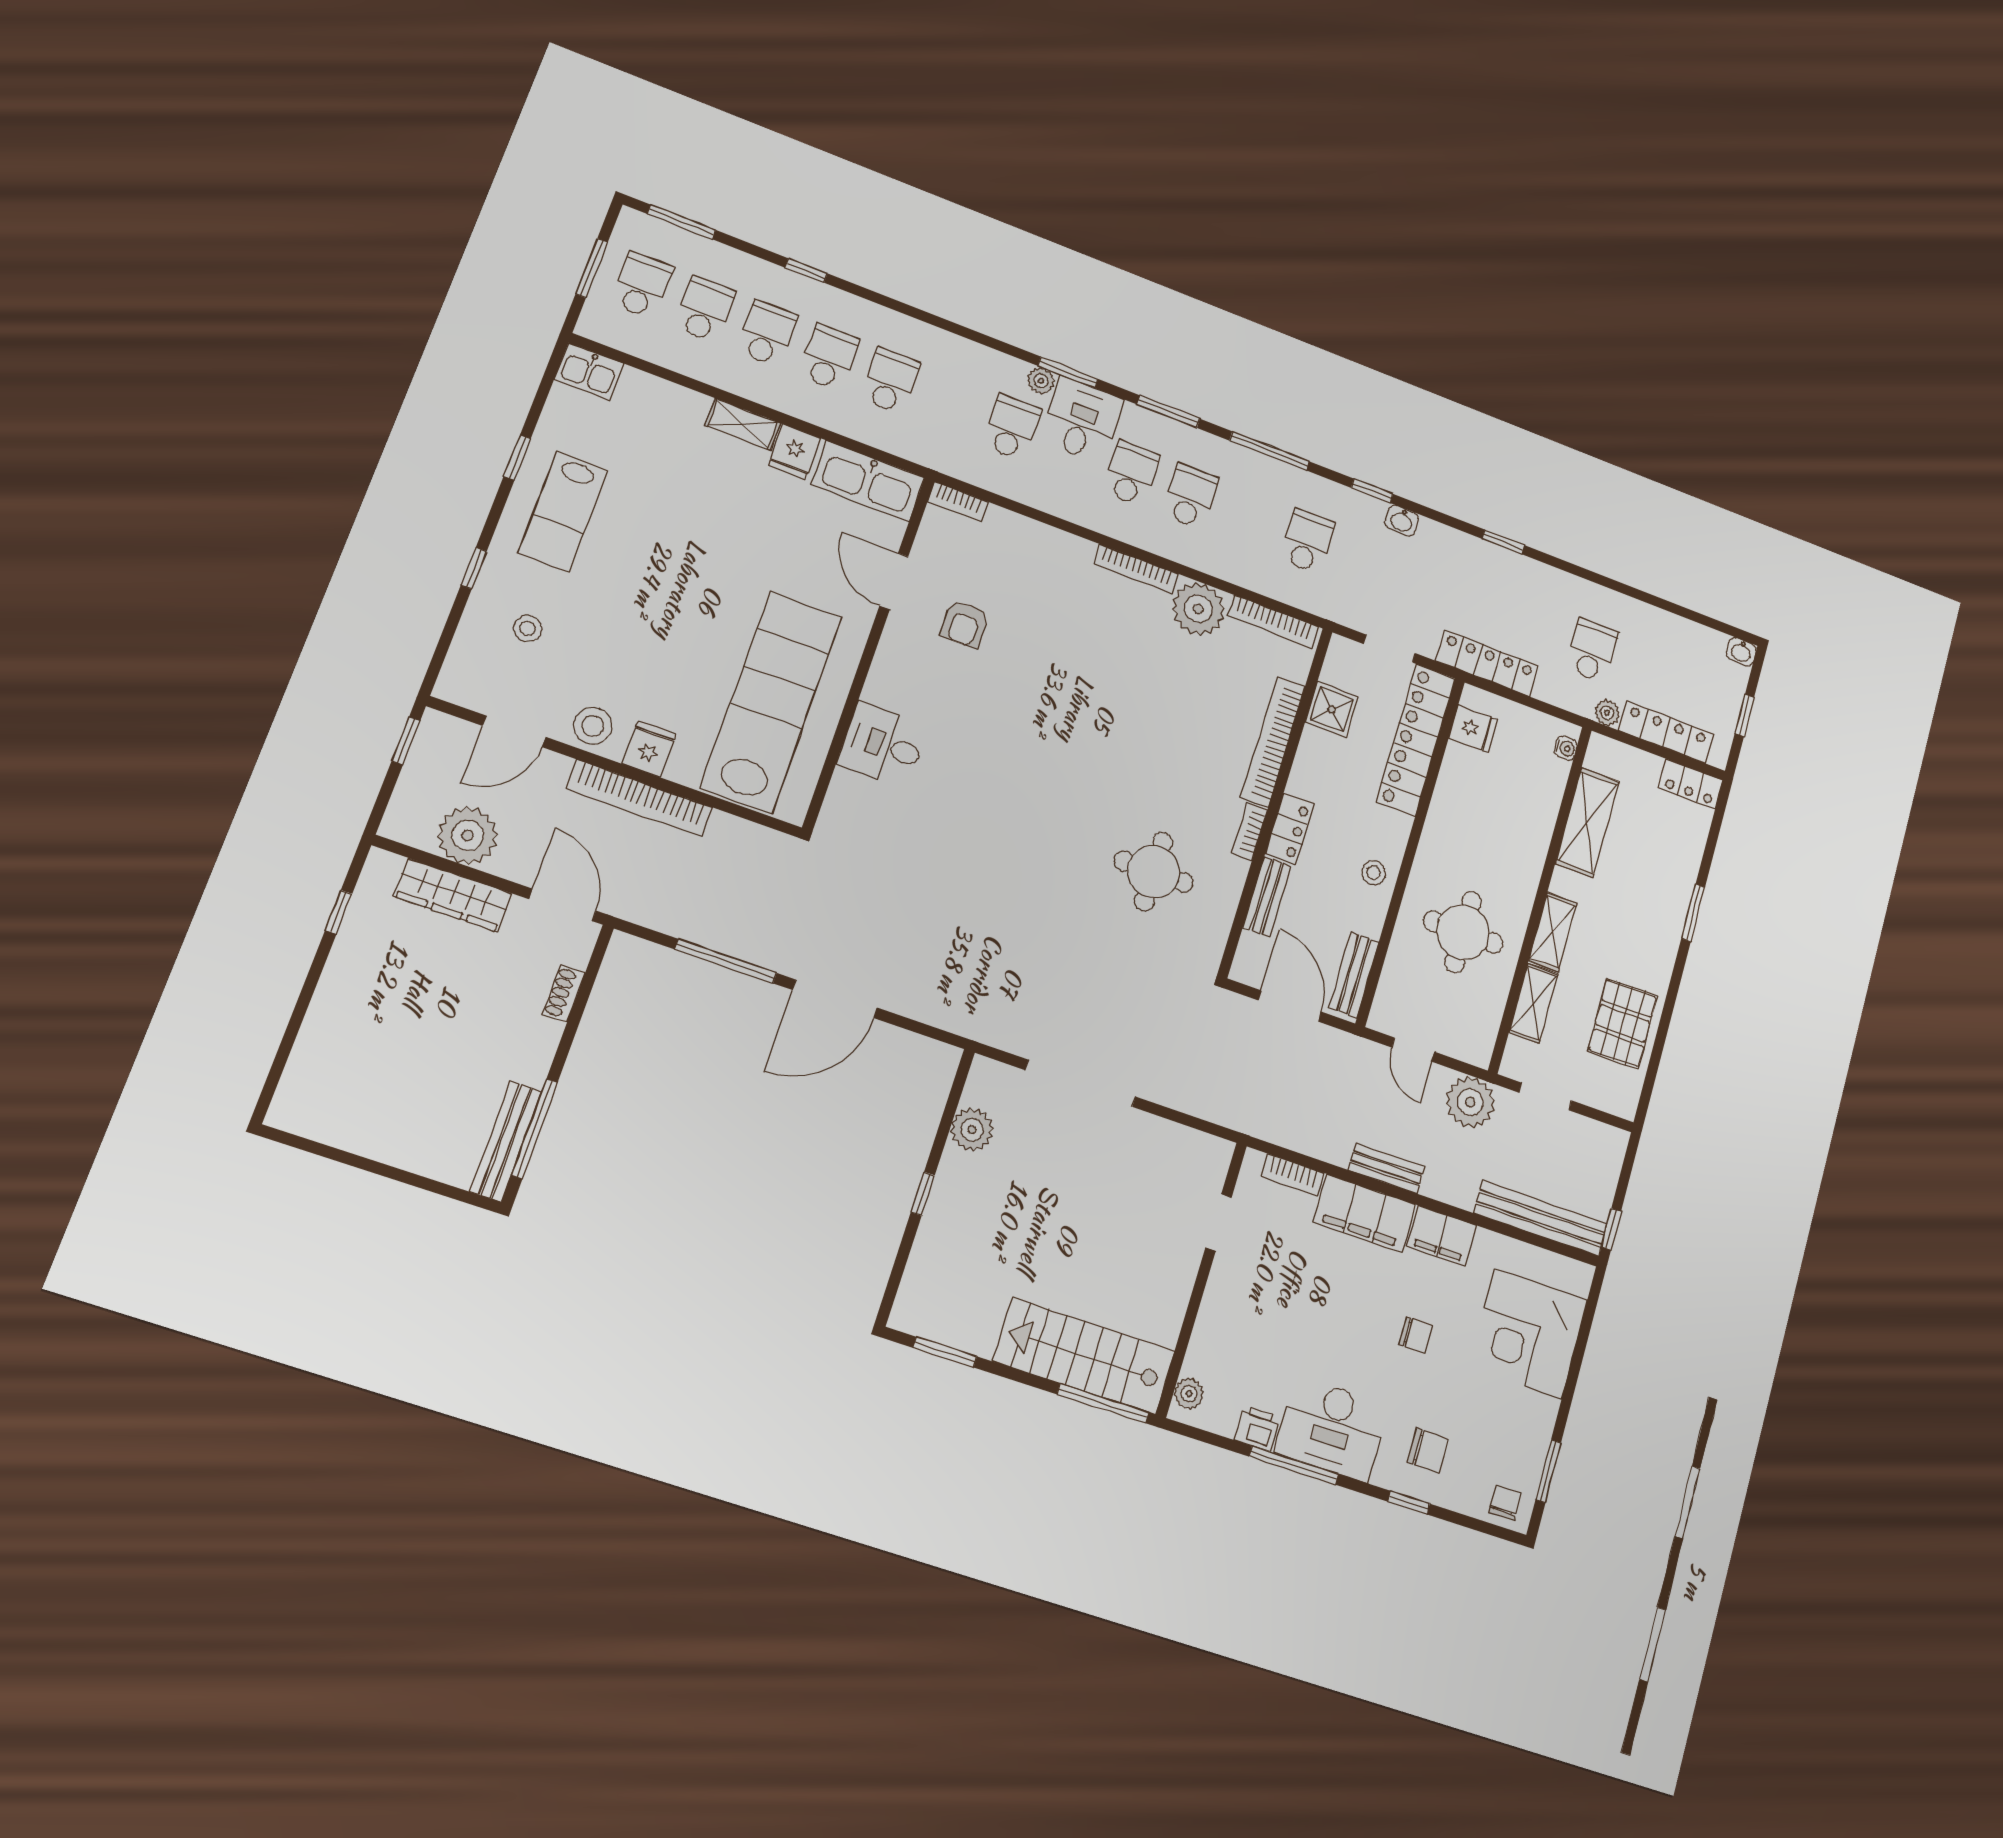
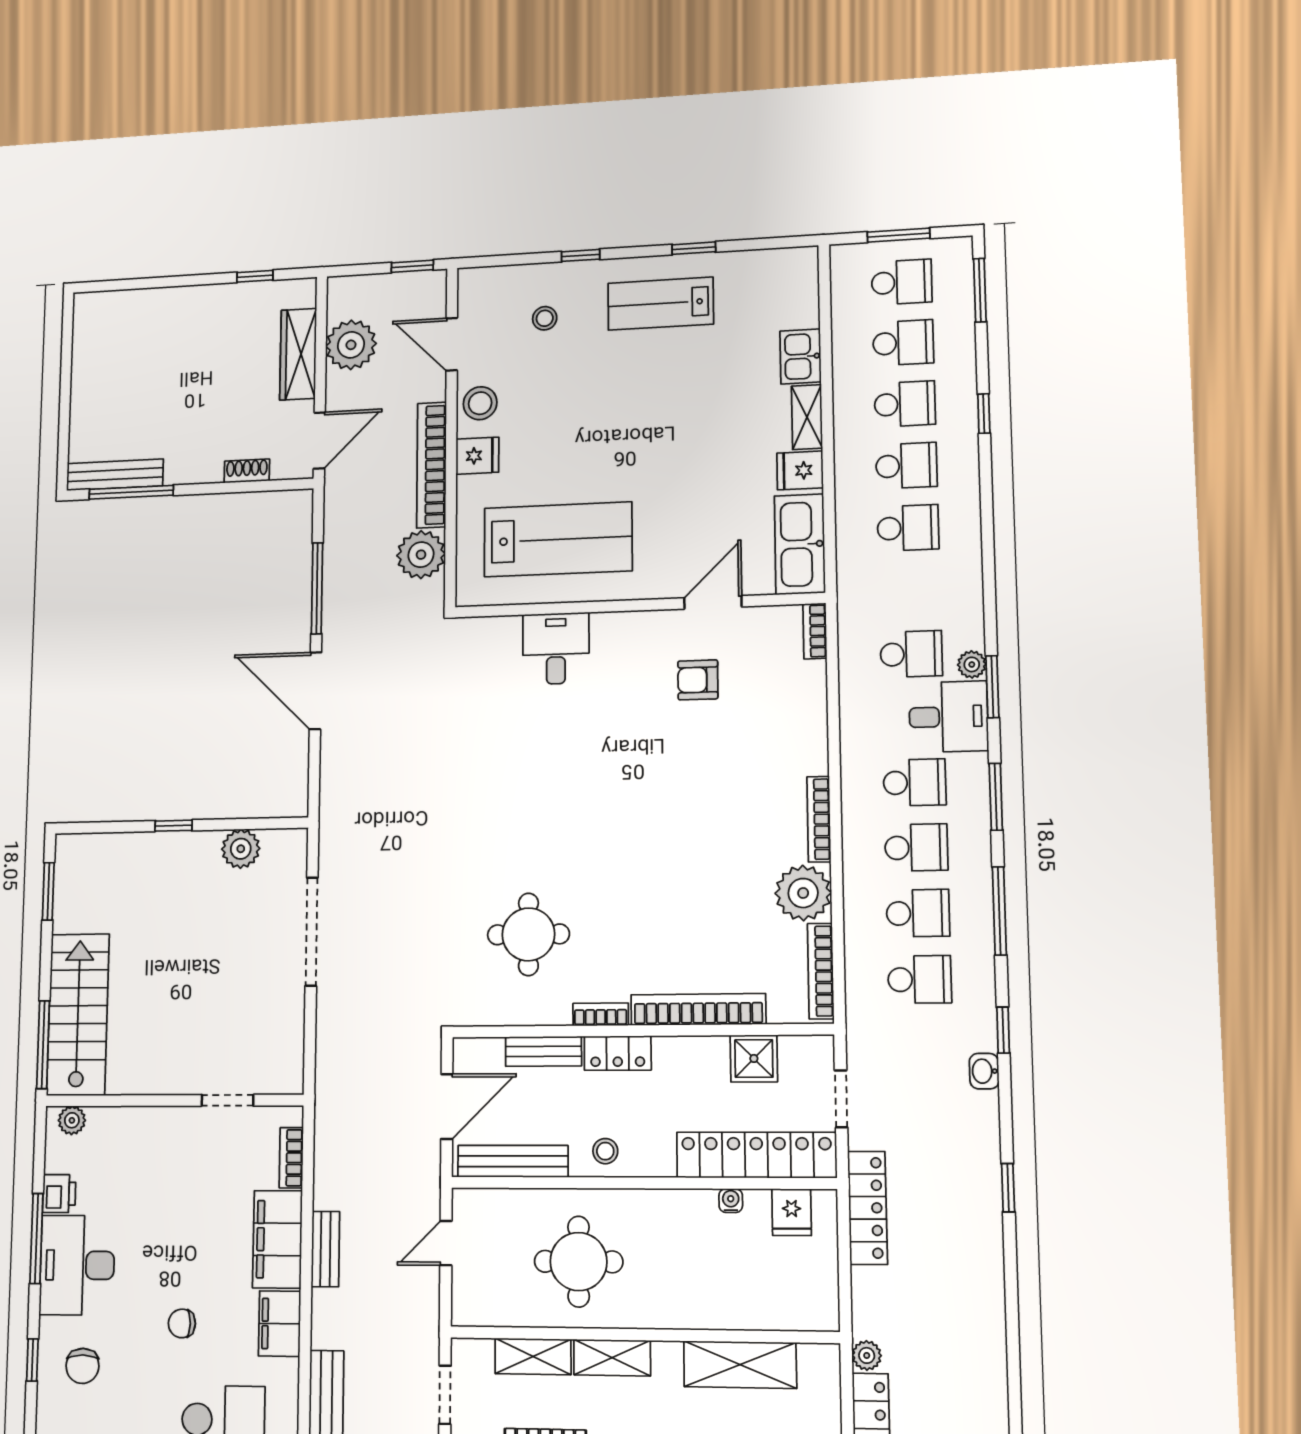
kitchen sink: (589, 372) -> (801, 356), moved
school desk: (1592, 651) -> (918, 913), moved
lab bench: (771, 702) -> (558, 539), width x0.73
water cooler: (1566, 748) -> (731, 1201), moved, turned 180
bench: (1354, 975) -> (513, 1161), width x1.36
plant: (1470, 1102) -> (421, 555), moved
chair: (1416, 1335) -> (182, 1323), turned 90

